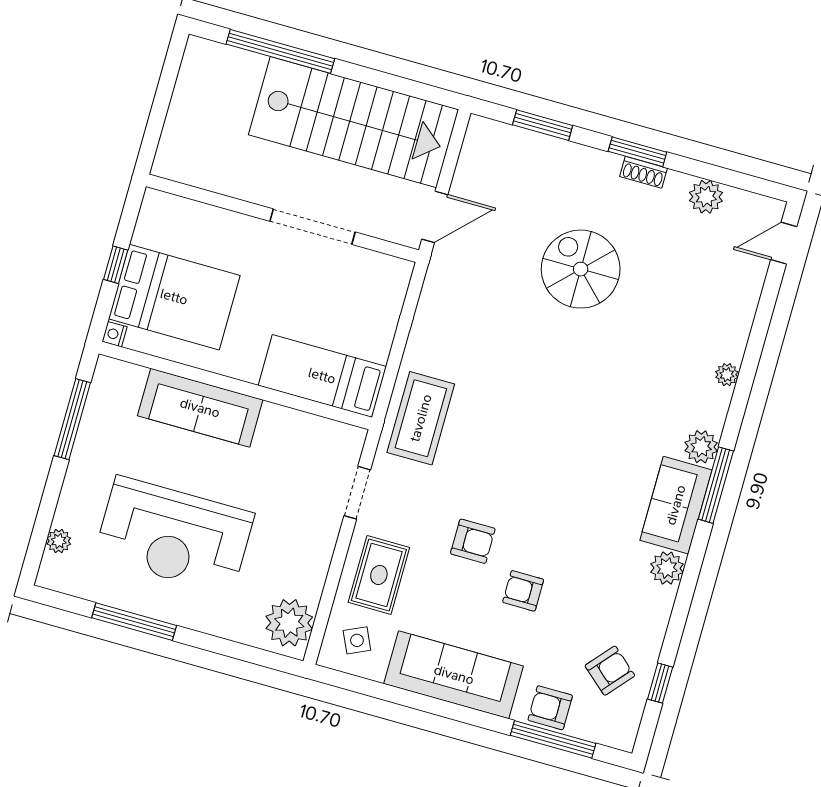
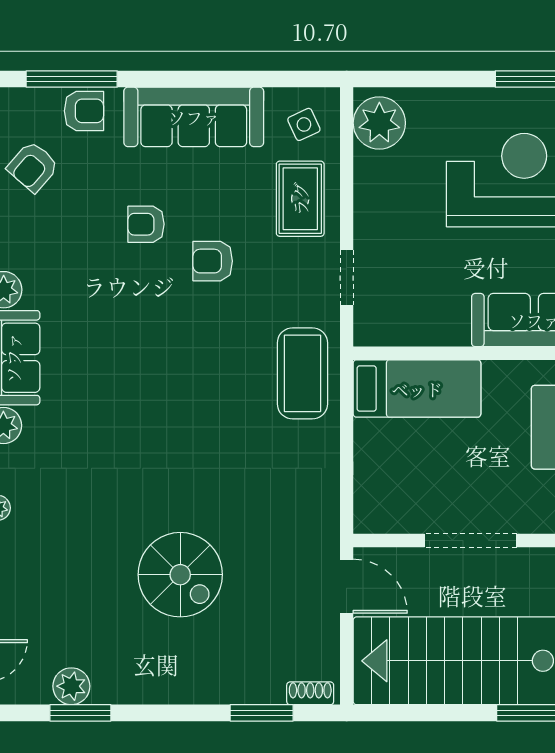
window: (637, 152) -> (80, 713), moved
shoe rack: (643, 172) -> (310, 693), moved
door: (435, 217) -> (347, 586), swing flipped
armchair: (523, 591) -> (146, 224), turned 180

